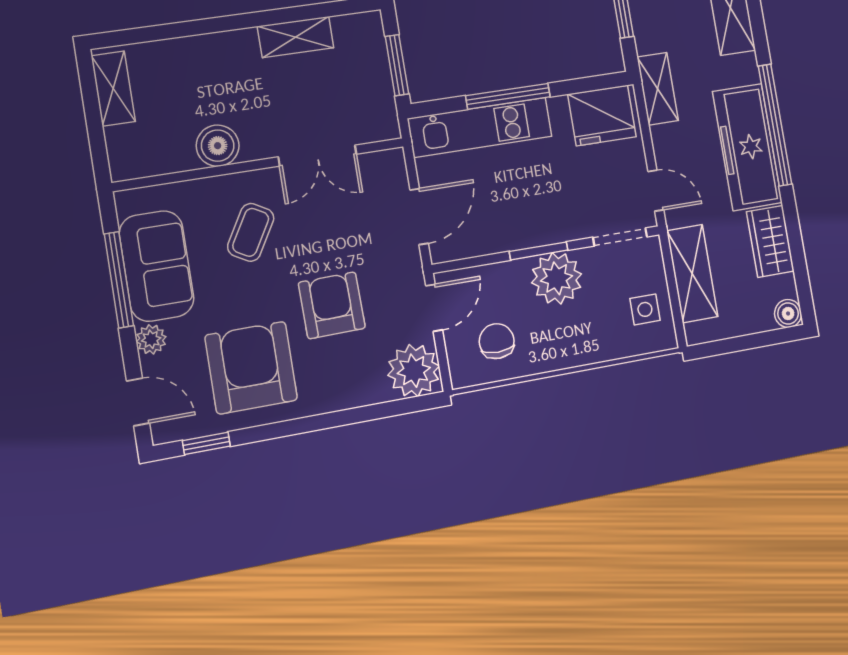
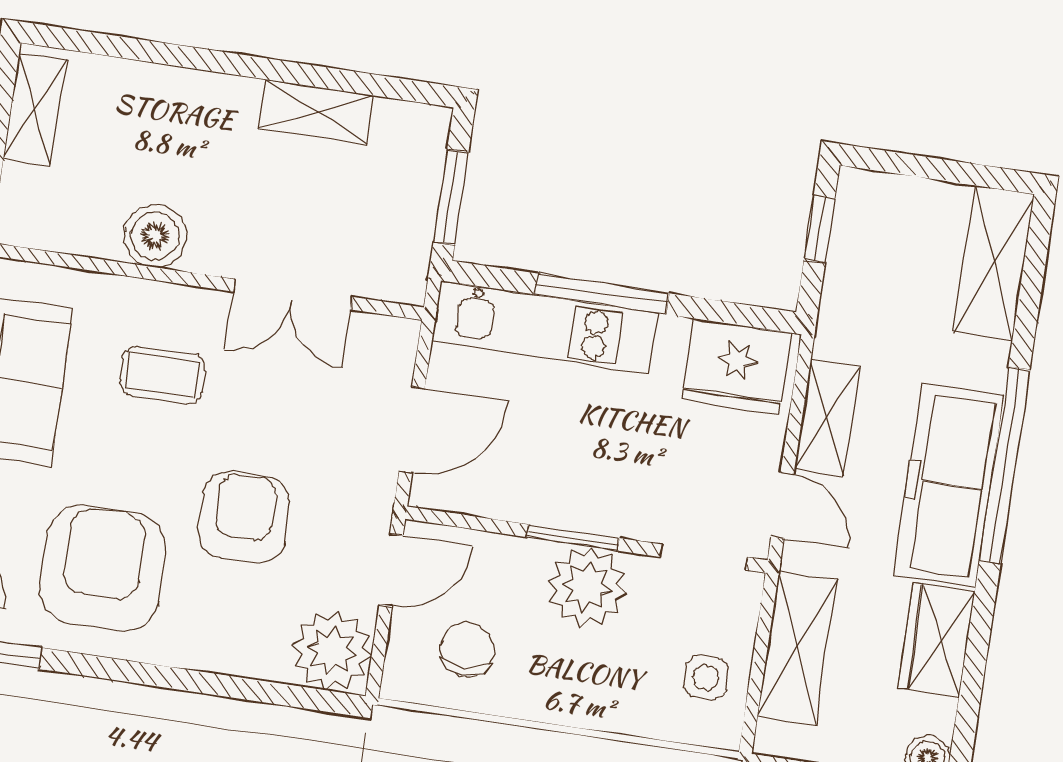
shelving: (658, 89) -> (827, 418), moved
coffee table: (251, 232) -> (163, 375), turned 60

